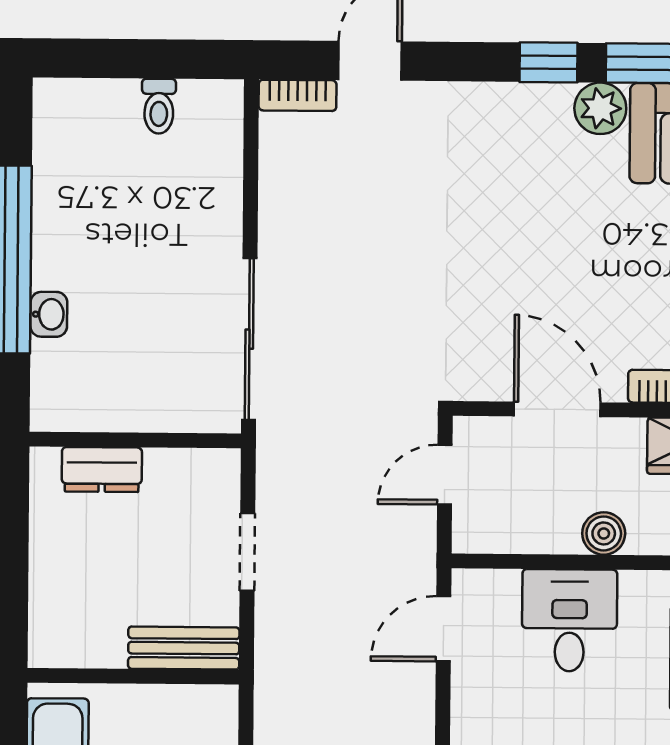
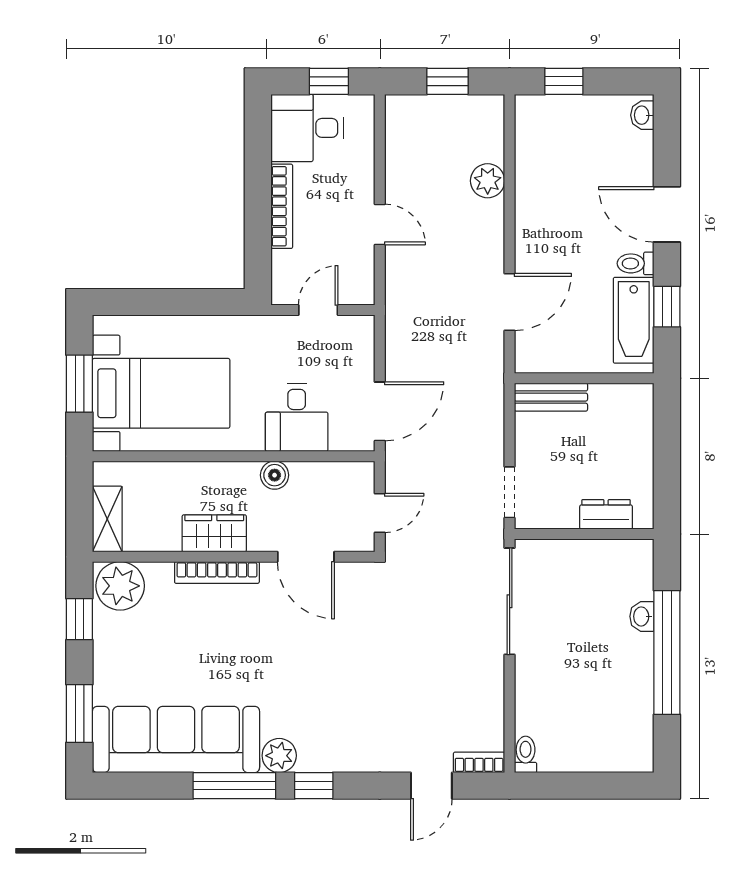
toilet: (159, 106) -> (526, 754), moved
doorway: (247, 552) -> (510, 492), moved
door: (444, 629) -> (380, 411), width x1.37

